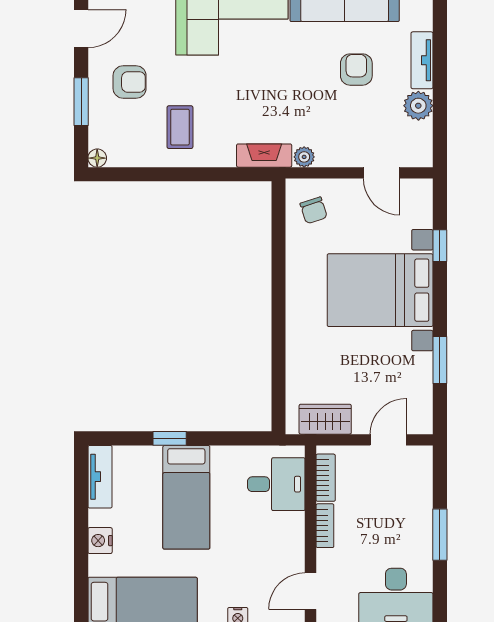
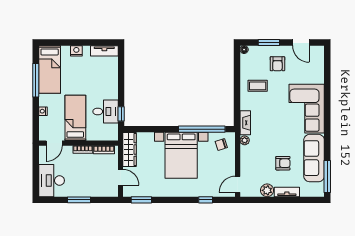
door: (382, 173) -> (238, 184), moved
window: (279, 255) -> (202, 129), added
bed with nightstands: (380, 290) -> (181, 155), moved, turned 180
window: (440, 360) -> (141, 200), moved
wardrobe: (325, 419) -> (130, 150), width x1.50
window: (170, 438) -> (121, 114), moved
desk: (276, 484) -> (106, 112), moved, turned -90
bed: (186, 497) -> (75, 118), moved, turned 90
door: (311, 591) -> (54, 143), swing flipped

